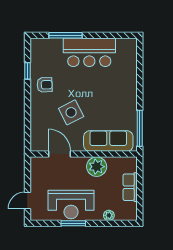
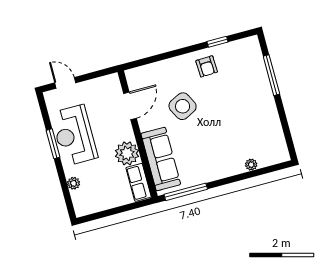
bar counter: (89, 52) -> (259, 109), removed
plant: (132, 70) -> (251, 165), added
row of seats: (130, 187) -> (139, 182), moved, turned -90

